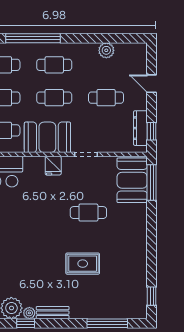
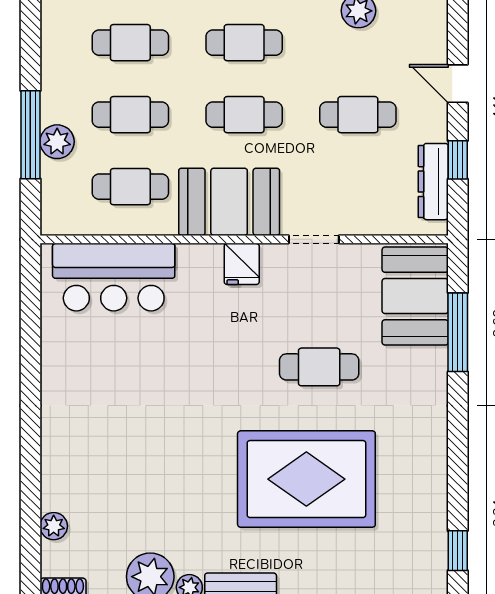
window: (152, 131) -> (458, 160), moved
window: (152, 182) -> (458, 332), moved
rug: (83, 264) -> (306, 479), width x1.86, depth x2.06

